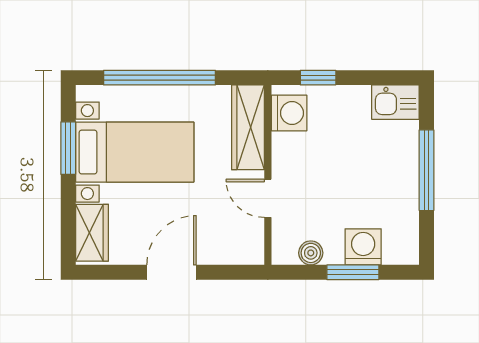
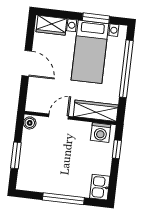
washing machine: (363, 247) -> (28, 162), removed
boiler: (311, 253) -> (30, 123), moved

